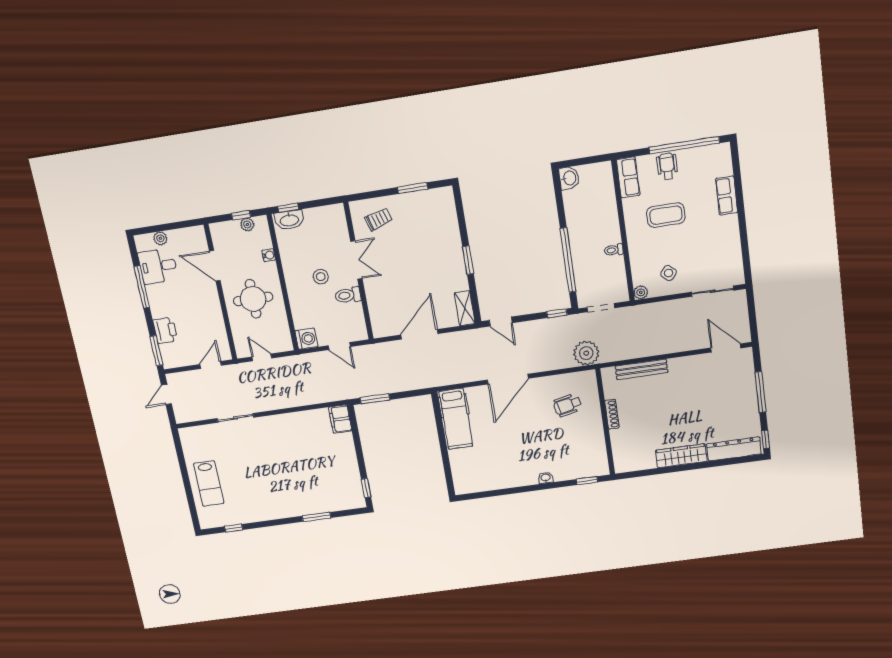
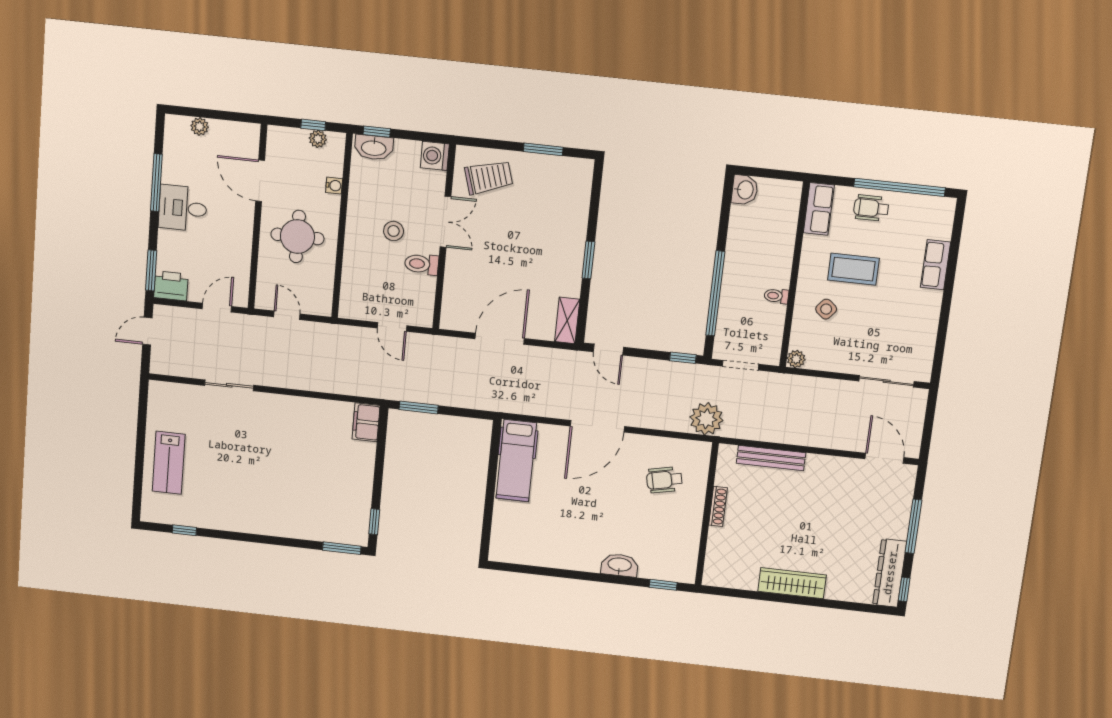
wheelchair: (667, 166) -> (871, 208), turned -90
trolley: (379, 219) -> (489, 177), width x1.36, depth x1.39
desk: (158, 266) -> (183, 208), moved
side table: (669, 273) -> (826, 309), moved
printer: (165, 330) -> (171, 286), moved, turned -90
washing machine: (306, 339) -> (435, 156), moved, turned 180
dresser: (734, 449) -> (890, 573), moved, turned -90
washbasin: (545, 478) -> (620, 565), width x1.91, depth x1.45
window: (316, 517) -> (342, 548), moved

